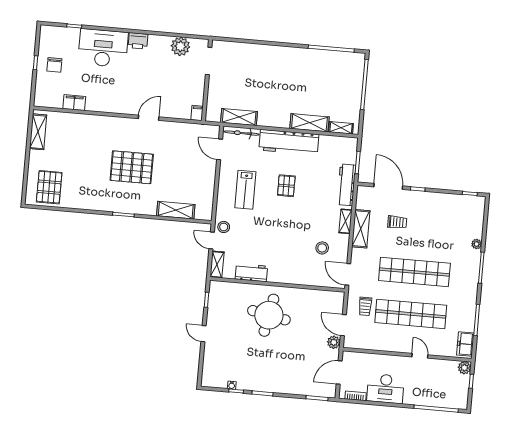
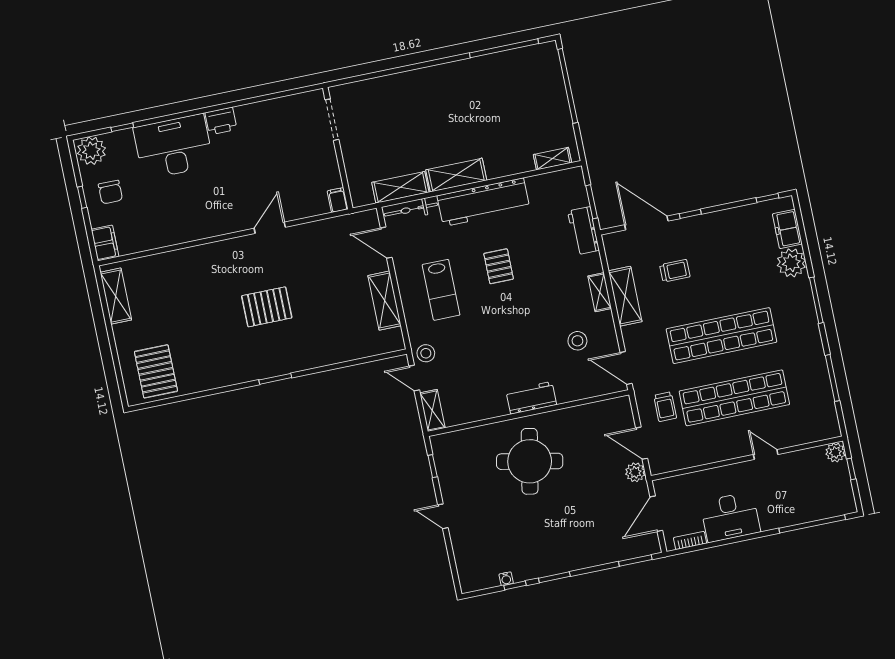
plant: (180, 46) -> (91, 151), moved
filing cabinet: (74, 103) -> (105, 243), moved, turned 90
shelving: (309, 123) -> (456, 175), moved
pallet: (132, 167) -> (267, 307), width x0.73, depth x0.71
workbench: (346, 185) -> (583, 231), width x0.73
shelving: (176, 210) -> (384, 301), moved, turned 90
plant: (477, 244) -> (791, 263), width x1.87, depth x1.87
workbench: (251, 273) -> (531, 398), moved
freezer: (465, 344) -> (787, 229), moved

